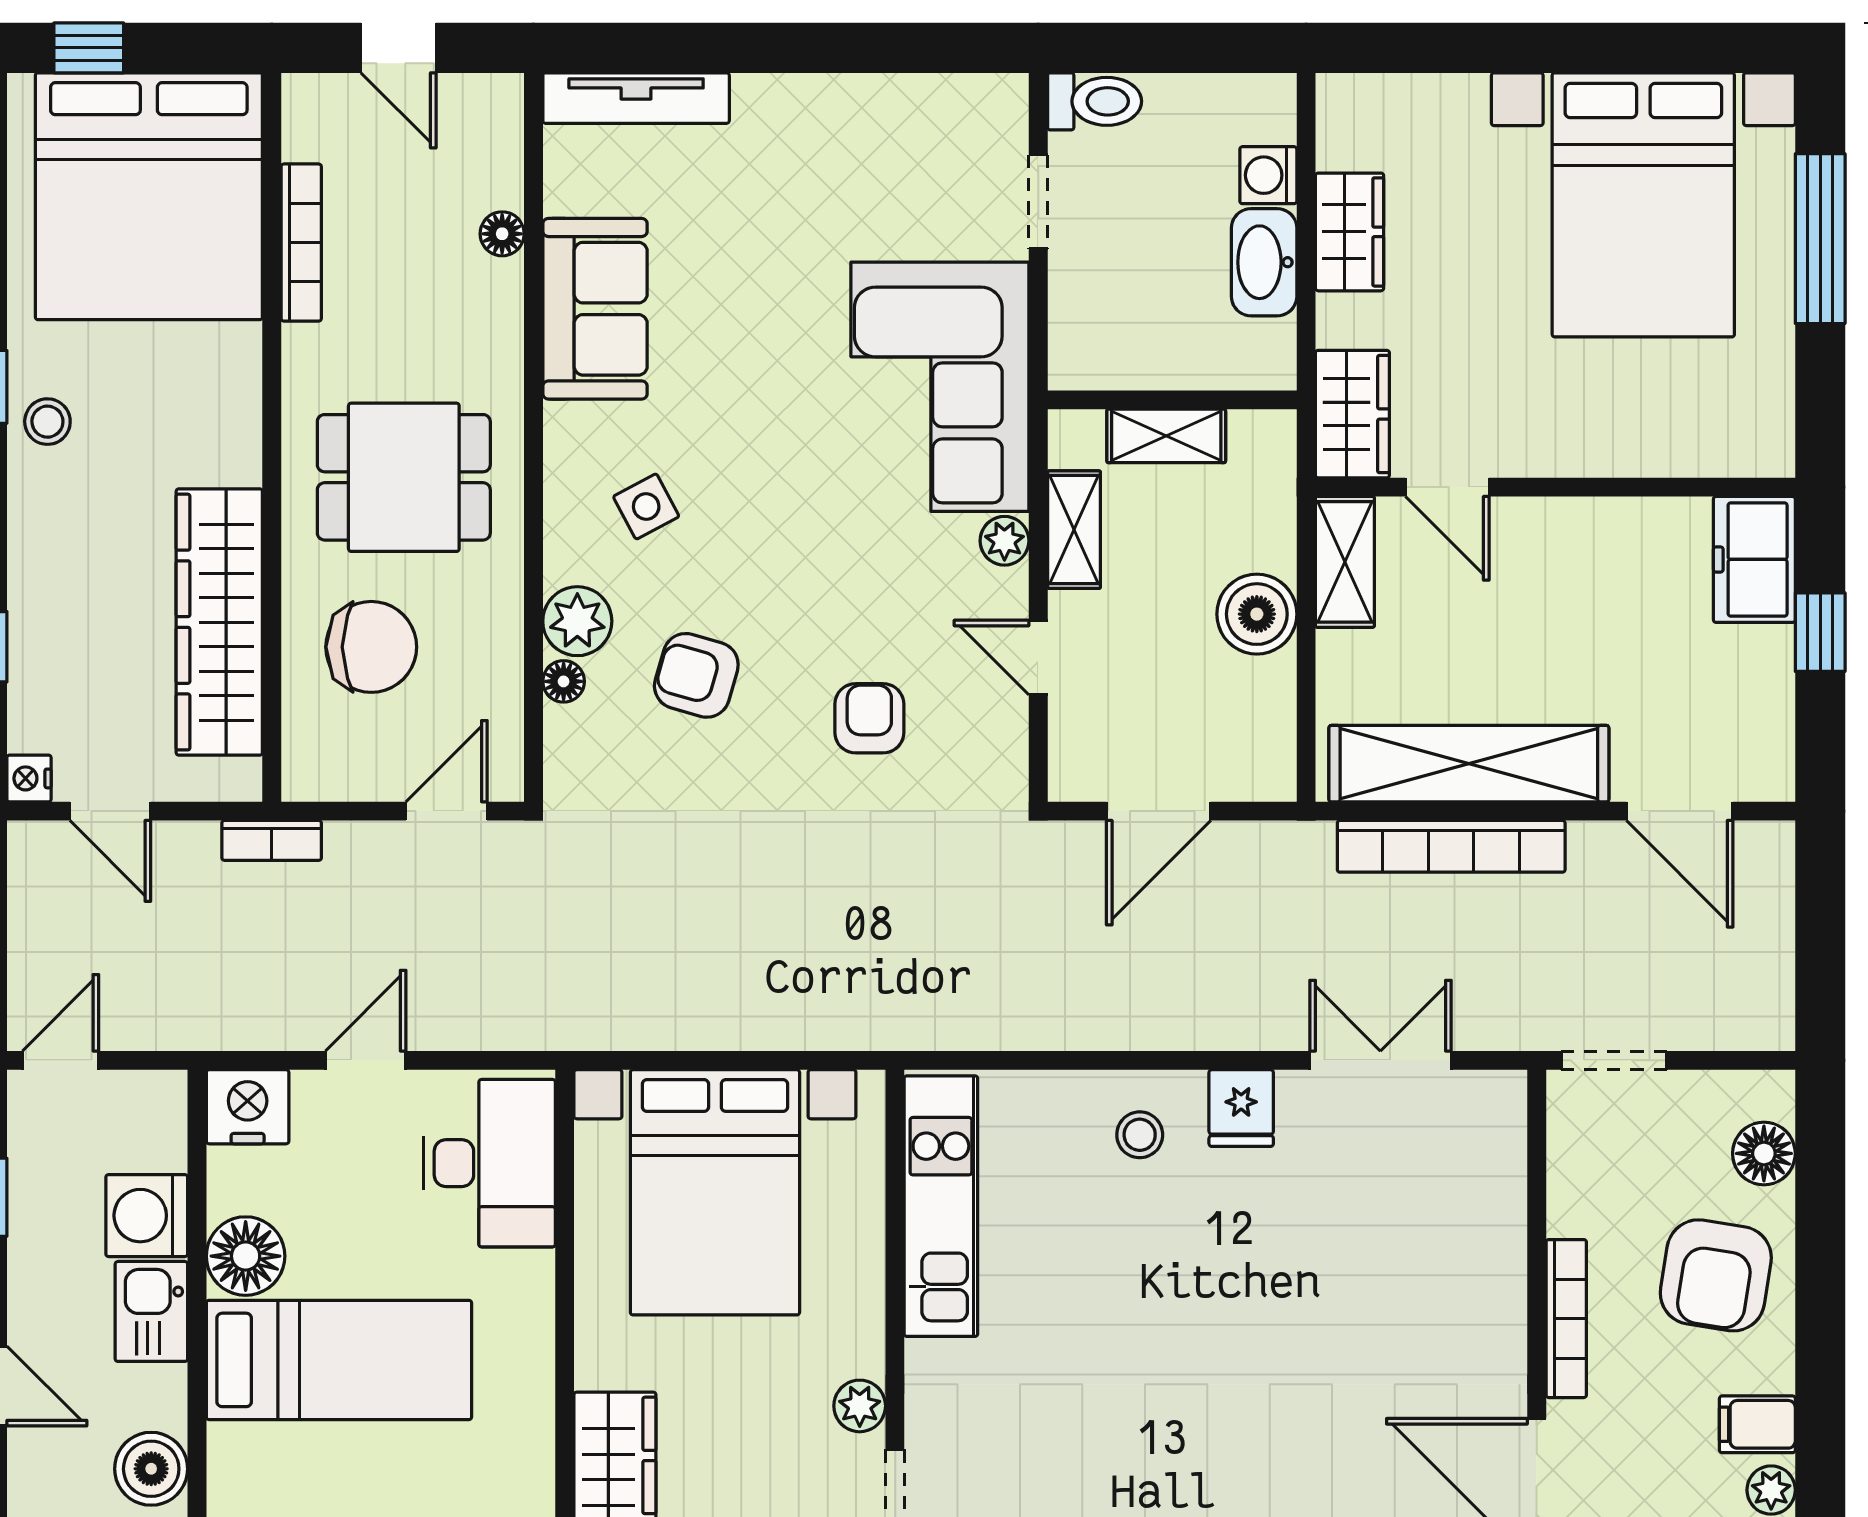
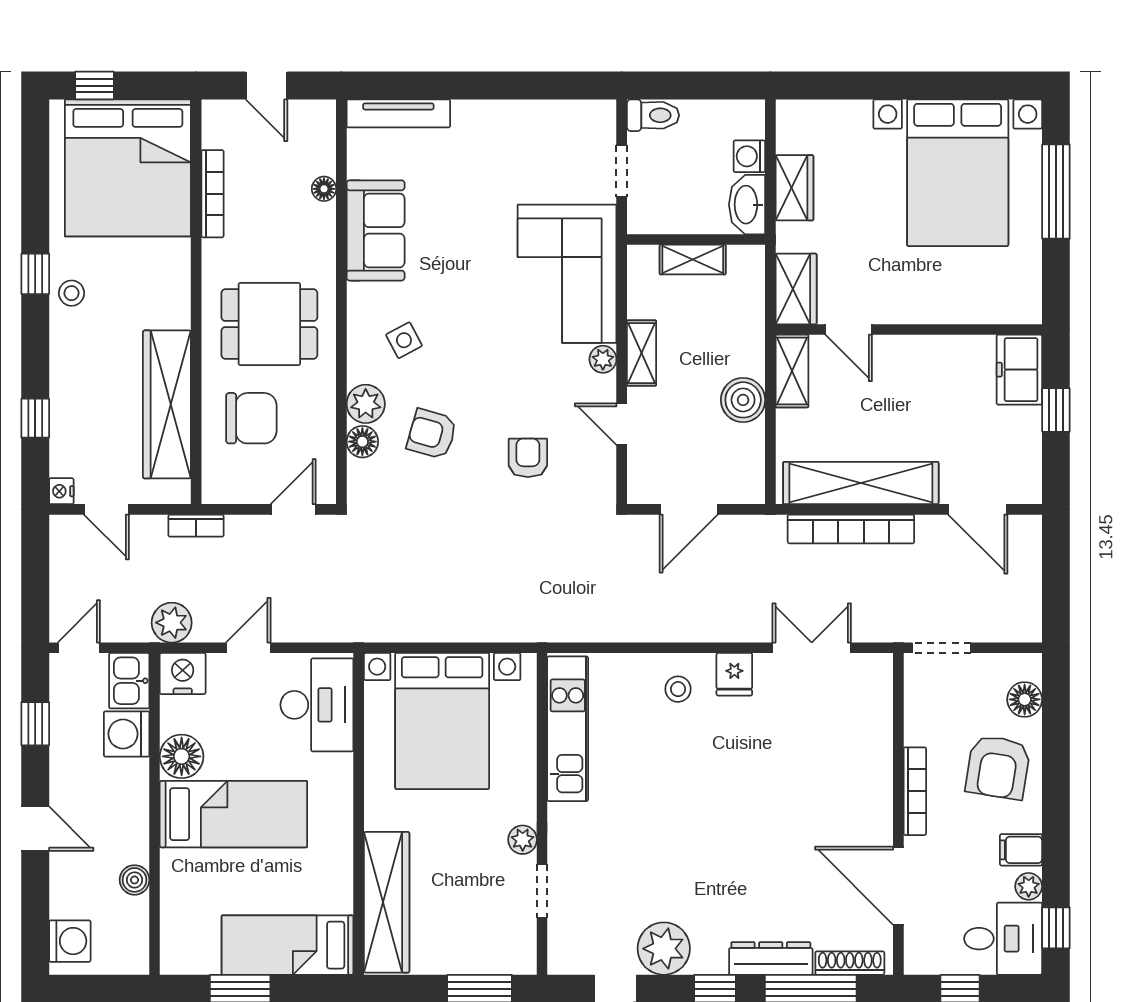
wall: (1172, 400) -> (696, 240), moved
shelving: (1166, 436) -> (693, 260), moved
floor lamp: (564, 681) -> (362, 442), width x1.37, depth x1.37
plant: (228, 1015) -> (172, 623), added
kitchen sink: (151, 1311) -> (129, 681), moved
boiler: (151, 1469) -> (135, 880), width x0.73, depth x0.73

